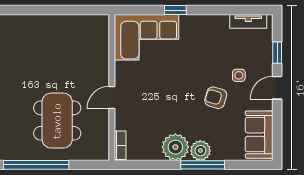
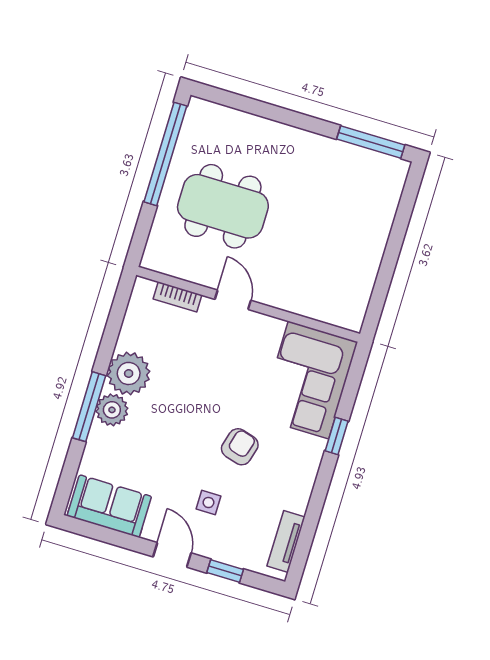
armchair: (216, 98) -> (240, 447), moved
bookcase: (120, 145) -> (178, 297), moved

